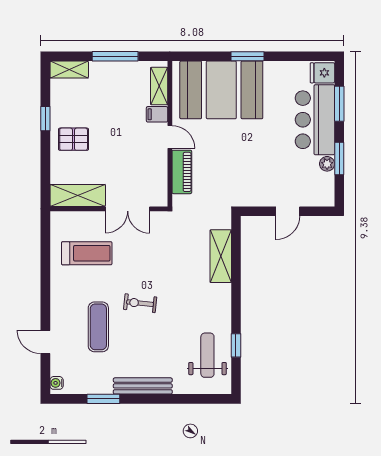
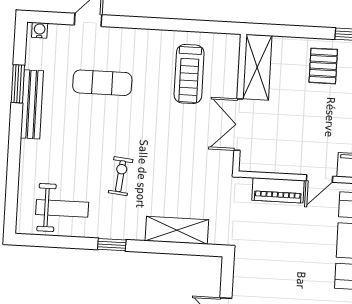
exercise bike: (140, 303) -> (121, 176), moved
window: (236, 345) -> (112, 245), moved
bench: (143, 386) -> (32, 104), moved

